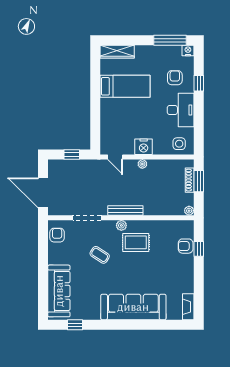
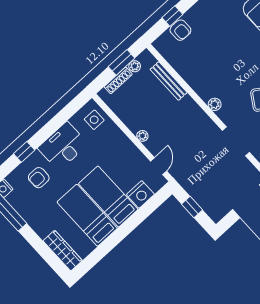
bed: (125, 109) -> (108, 196), added
nightstand: (144, 147) -> (140, 194), moved, turned 90
window: (199, 181) -> (122, 62), moved
bench: (125, 210) -> (169, 81), moved
plant: (189, 211) -> (135, 66), moved
rug: (136, 242) -> (218, 78), removed

